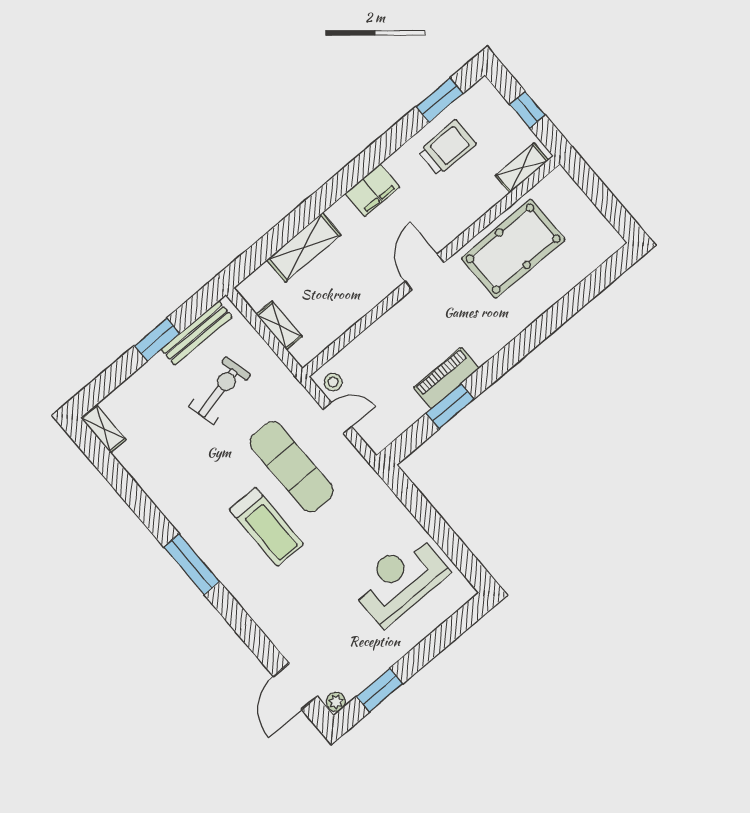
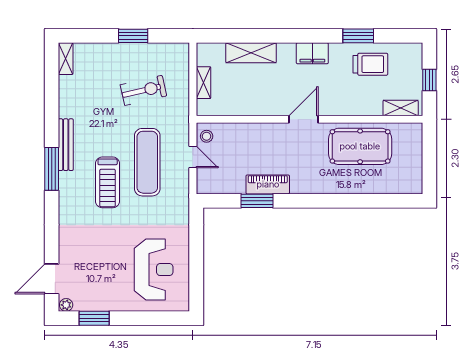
window: (440, 100) -> (358, 36), moved
bench: (197, 333) -> (66, 145), moved, turned 90
reception desk: (400, 580) -> (154, 270), turned 90

